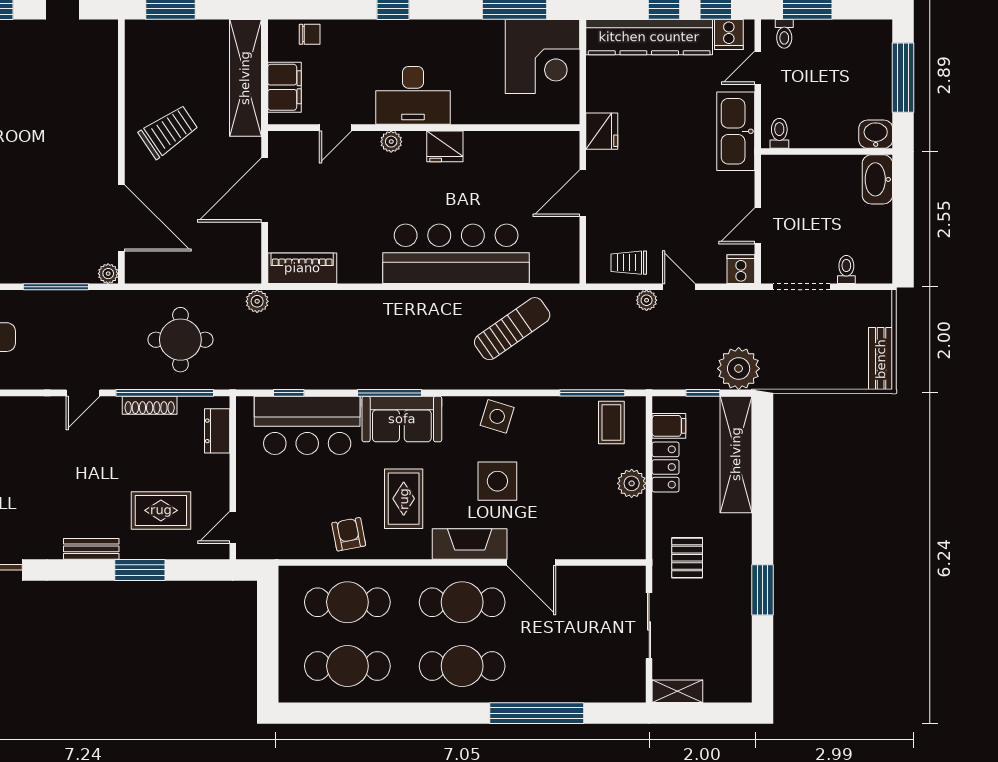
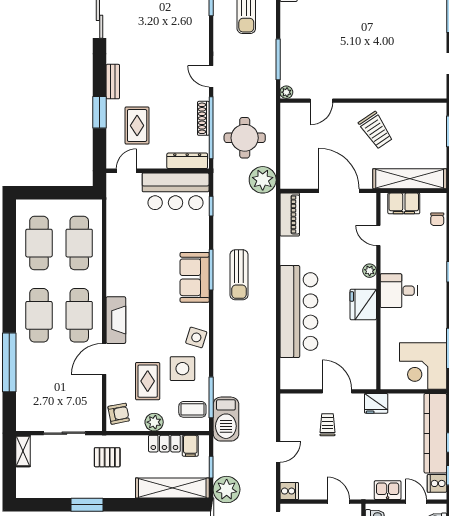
desk: (413, 95) -> (399, 291), width x0.73
kitchen sink: (736, 131) -> (388, 490), width x0.53, depth x0.81
fridge: (445, 146) -> (363, 305), width x1.36, depth x1.34
door: (121, 218) -> (321, 101), width x0.53
door: (758, 226) -> (338, 502), moved
trolley: (629, 263) -> (327, 425), moved
plant: (647, 300) -> (270, 432), removed
plant: (257, 301) -> (263, 180), width x1.88, depth x1.88
sun lounger: (512, 329) -> (239, 275), moved, turned 35
barbecue: (627, 369) -> (226, 419), added
bar counter: (307, 425) -> (176, 191), moved, turned -90
dresser: (217, 431) -> (187, 161), width x1.44
side table: (497, 481) -> (182, 369), moved
rug: (404, 499) -> (148, 381), moved, turned 90
door: (233, 527) -> (126, 171), hinge flipped
armchair: (349, 534) -> (119, 414), moved

